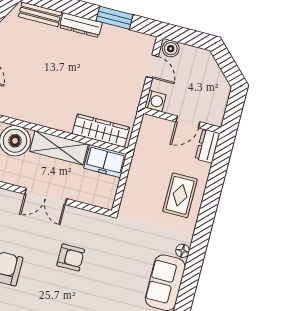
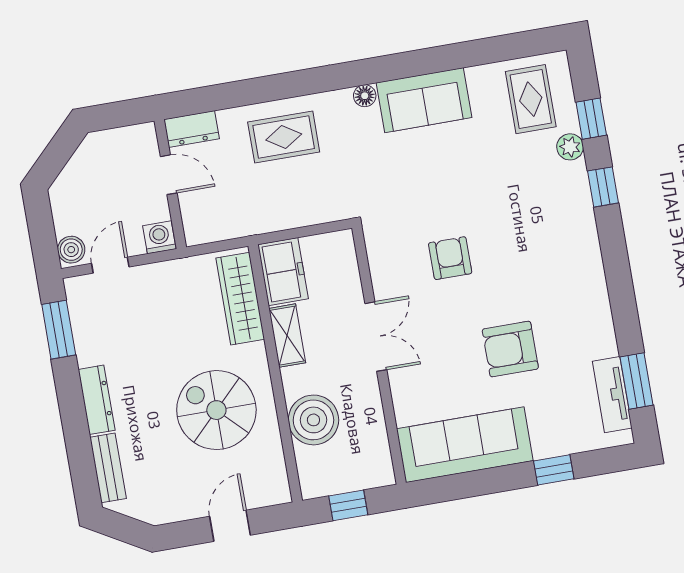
window: (114, 18) -> (59, 330), moved
spiral stairs: (45, 89) -> (216, 410), added
shelving: (59, 148) -> (287, 336), width x0.67, depth x0.75

